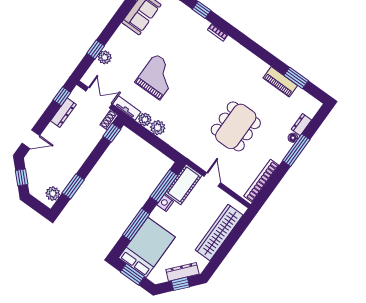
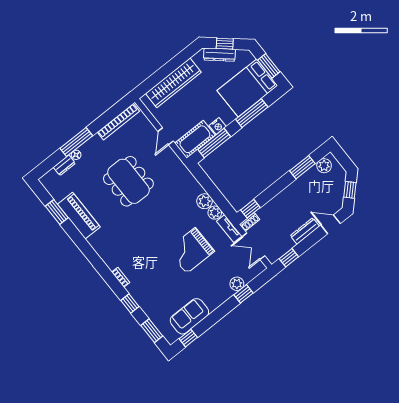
piano: (280, 82) -> (79, 216), width x1.37, depth x1.33
dresser: (63, 113) -> (305, 231), moved
dining table: (236, 126) -> (128, 181), turned 90

